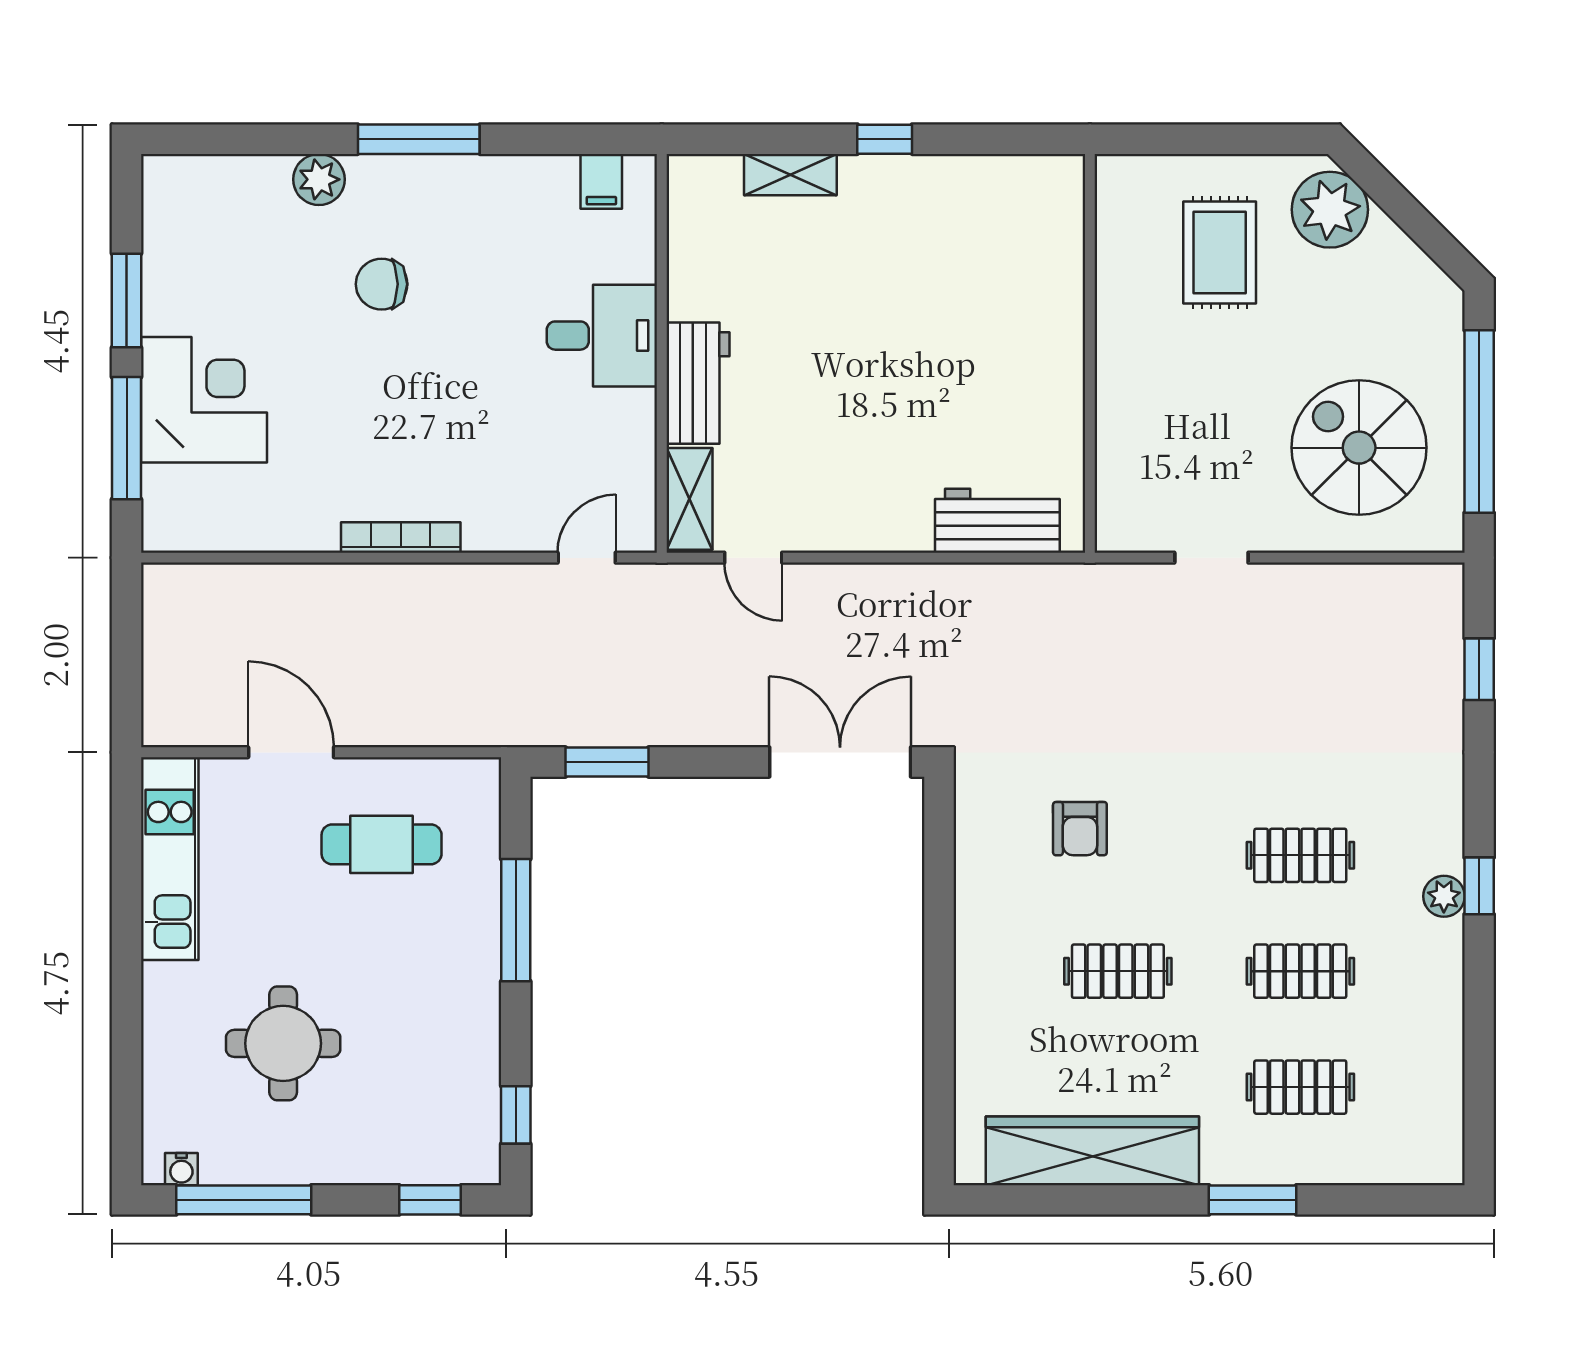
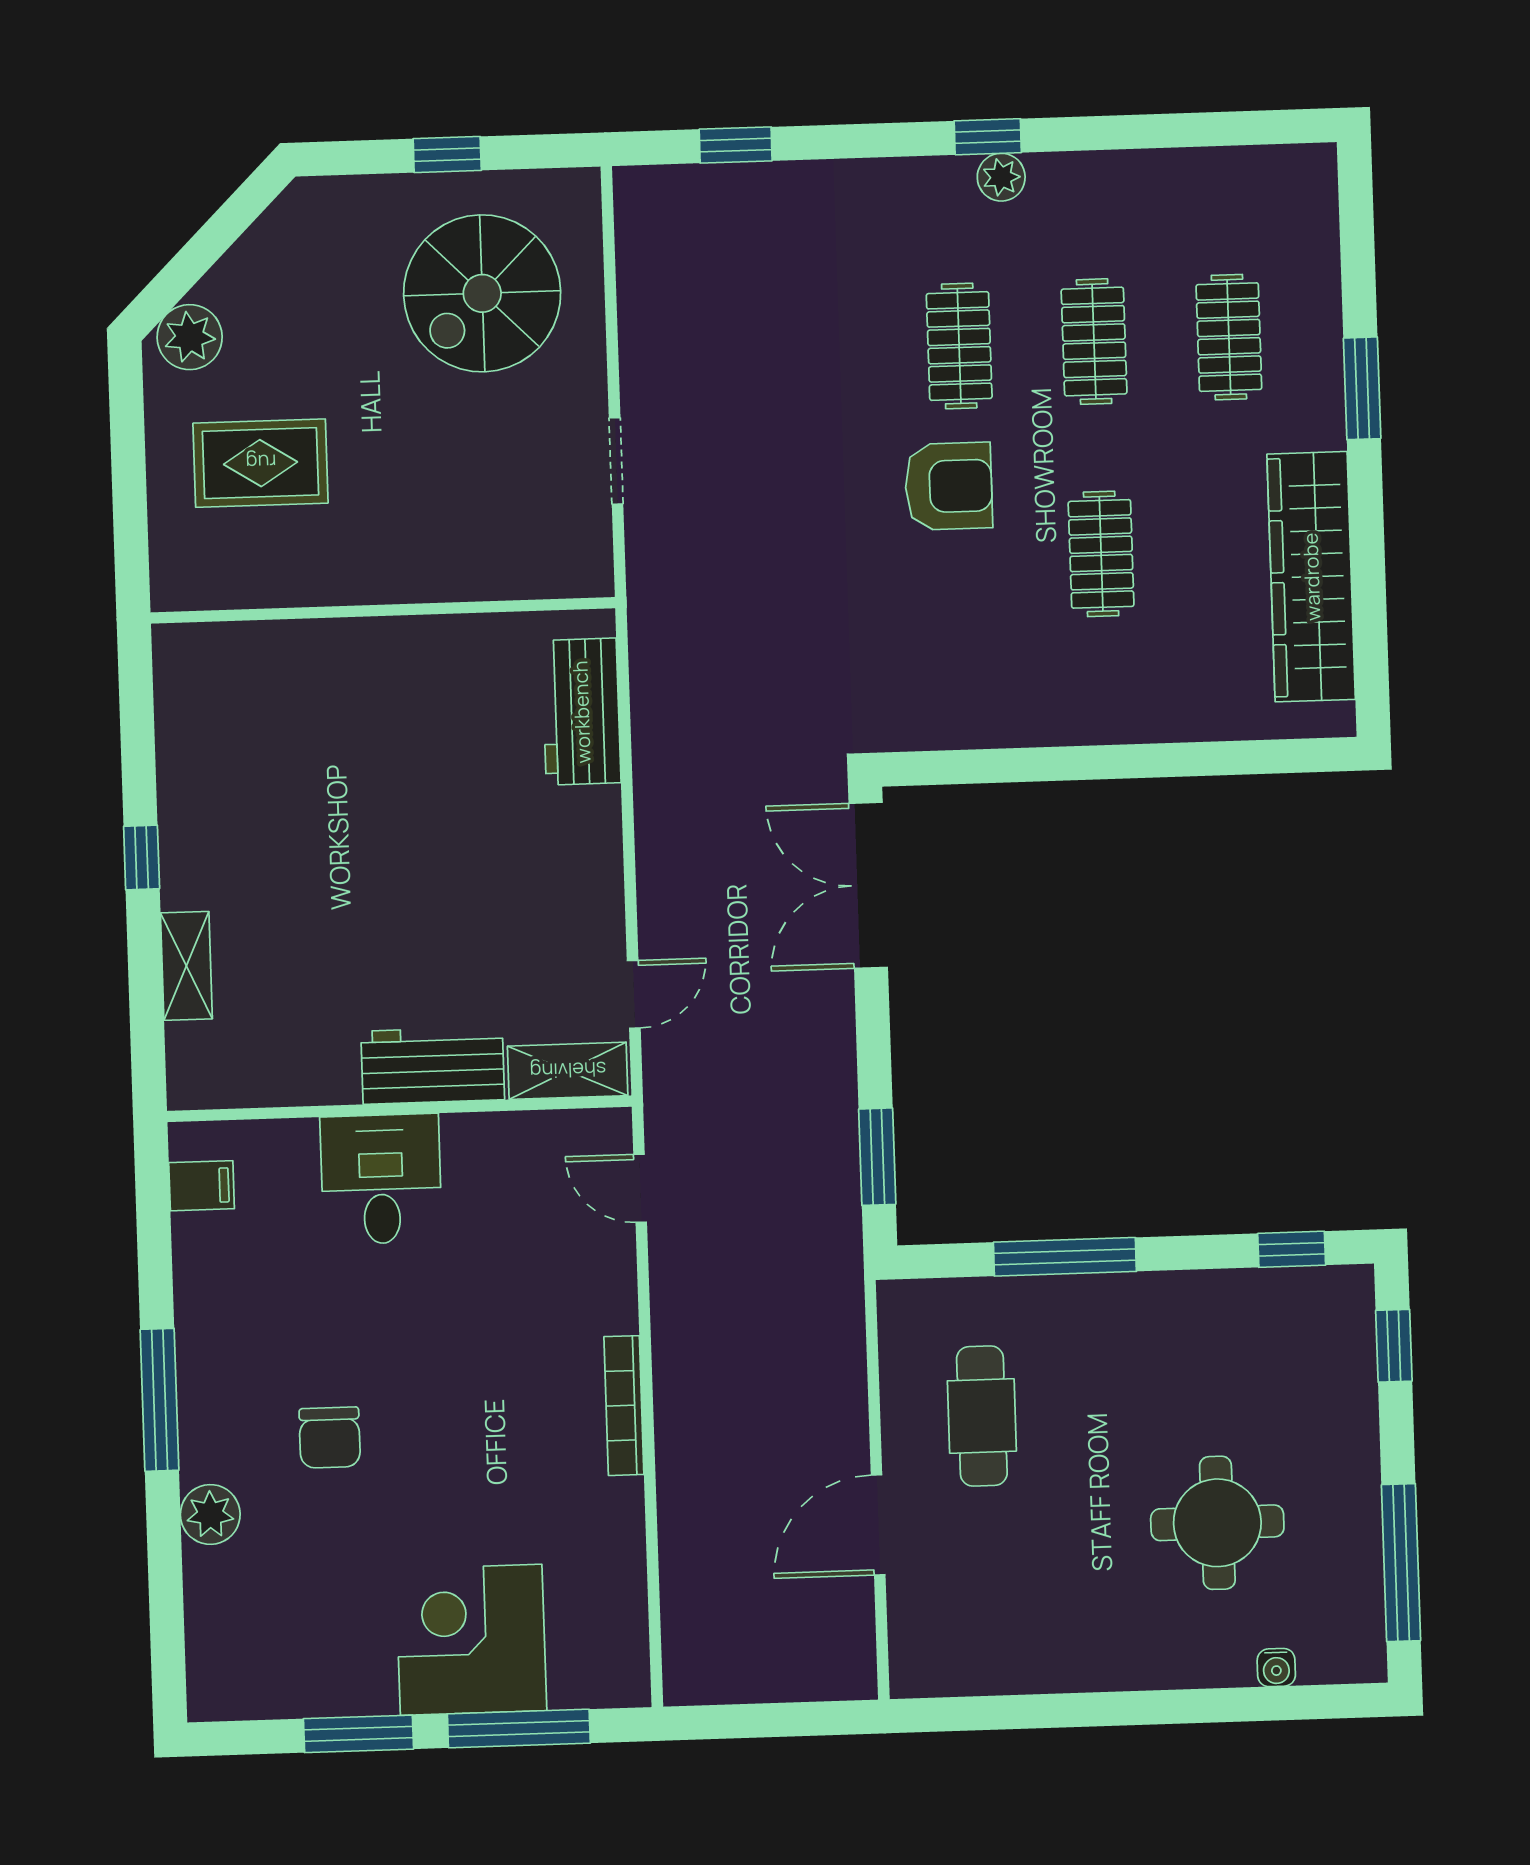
plant: (1330, 210) -> (190, 337), width x0.73, depth x0.73
window: (1479, 421) -> (447, 155), width x0.32
armchair: (1080, 829) -> (949, 486), moved, width x1.38, depth x1.38
kitchen unit: (170, 859) -> (1007, 1662), removed
water cooler: (181, 1169) -> (1276, 1668), moved, turned 90

